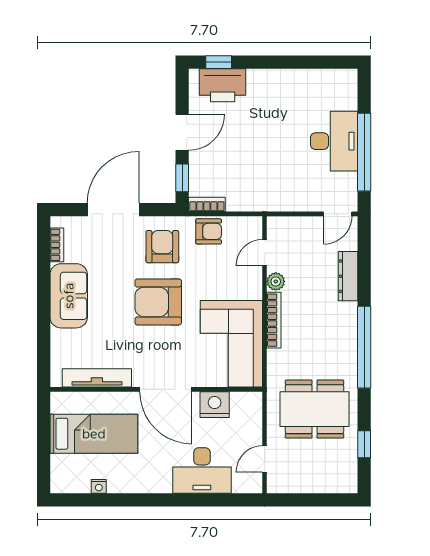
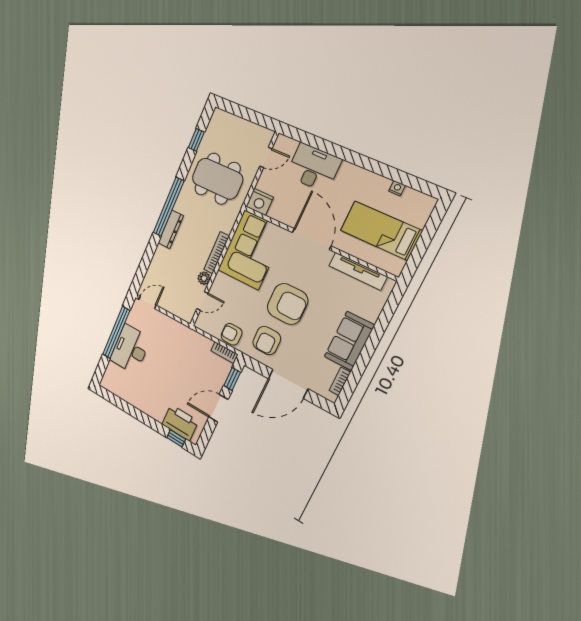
dresser: (348, 276) -> (171, 229), moved
nightstand: (215, 405) -> (260, 202), moved

